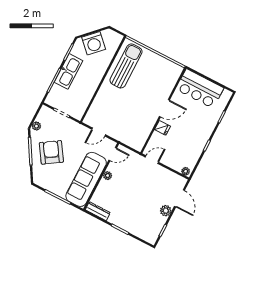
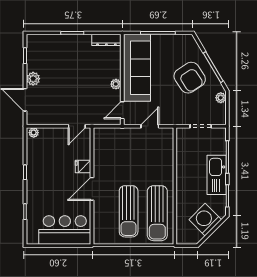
sun lounger: (146, 78) -> (129, 211), added

